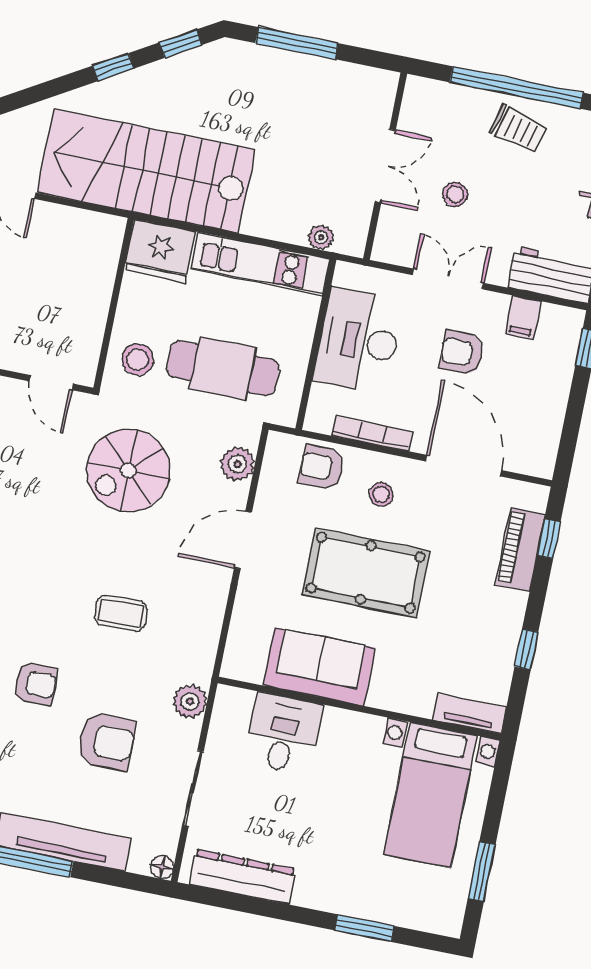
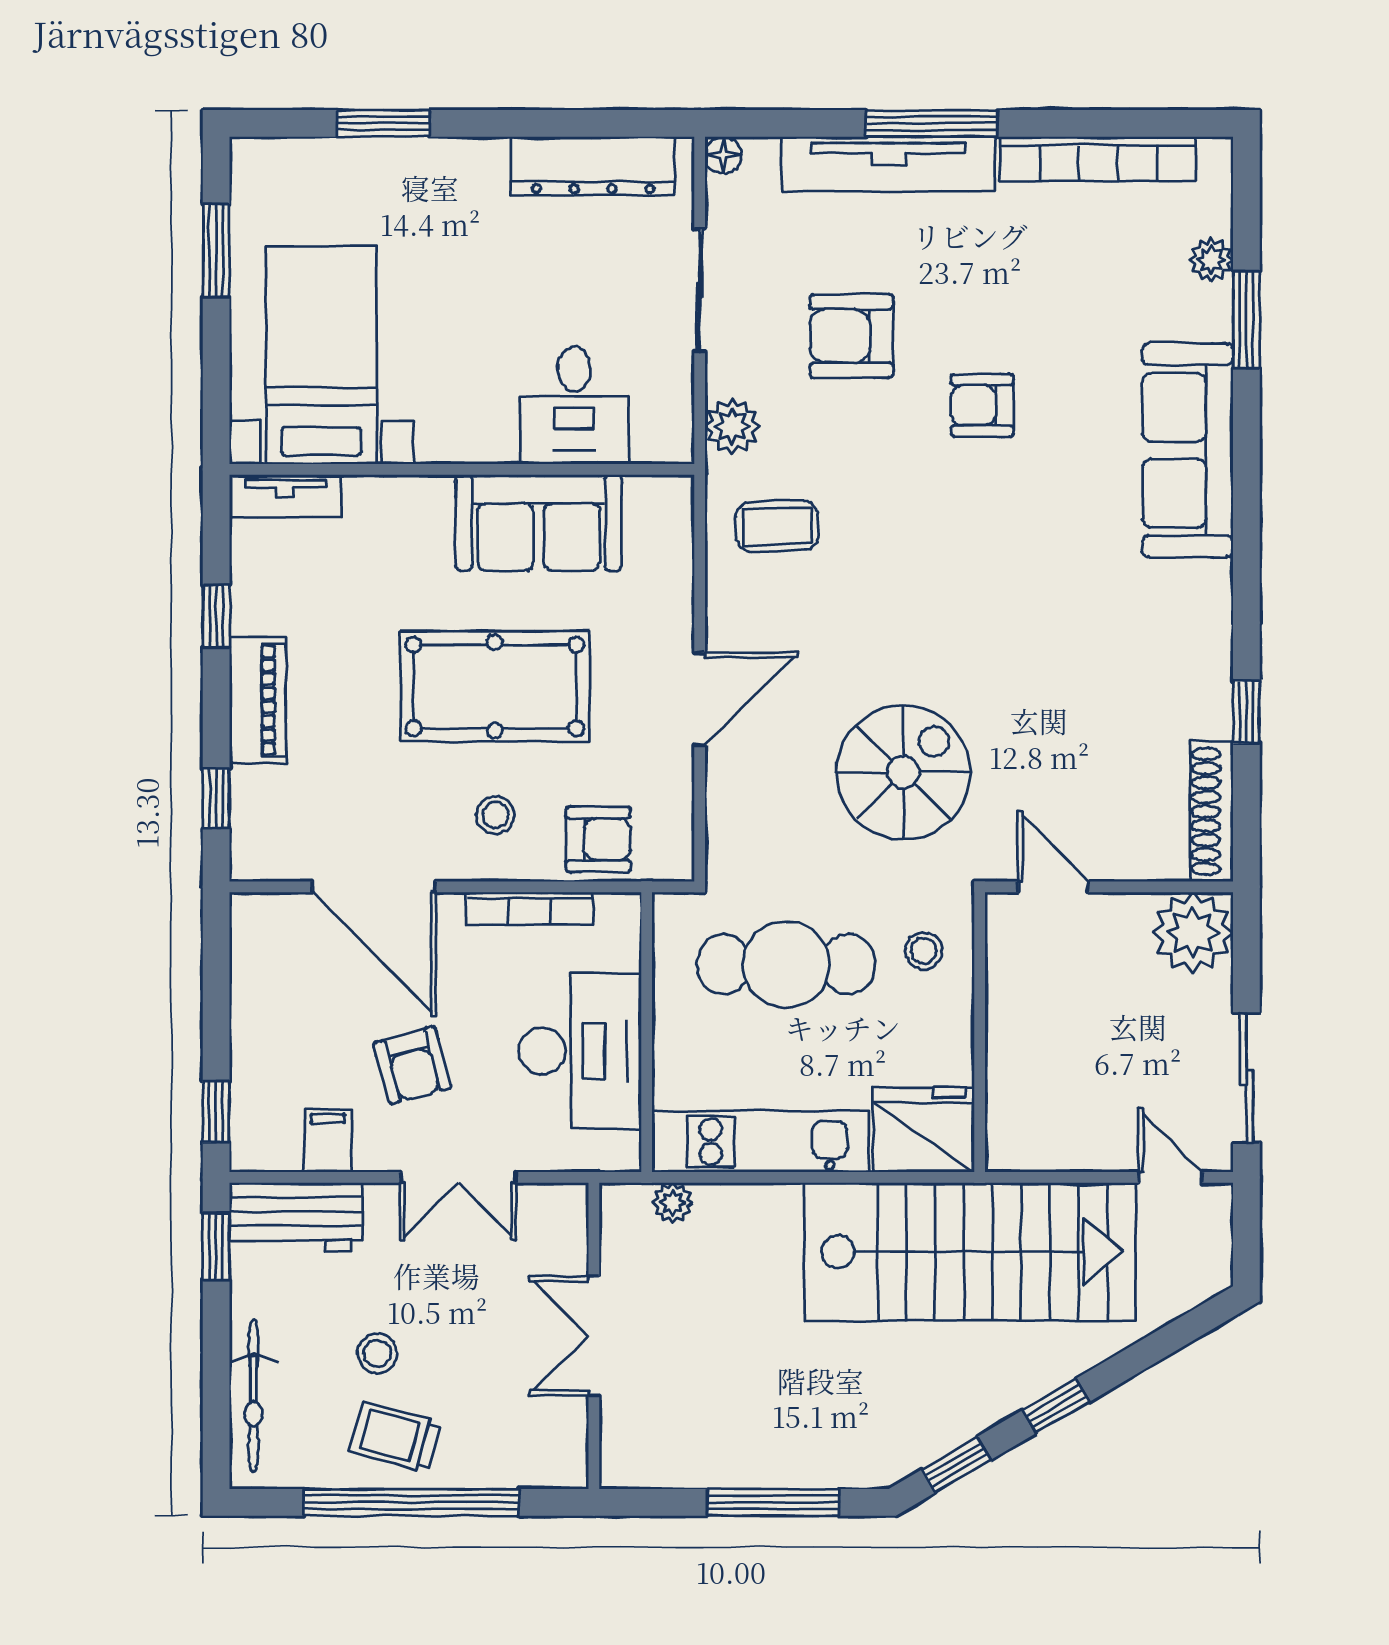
stool: (455, 194) -> (377, 1353), moved
armchair: (462, 353) -> (412, 1065), turned 75
stool: (138, 360) -> (924, 951), width x0.73, depth x0.73
plant: (237, 464) -> (733, 817), removed
piano: (520, 550) -> (258, 700), moved
coffee table: (121, 613) -> (777, 526), moved

